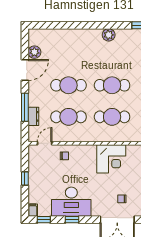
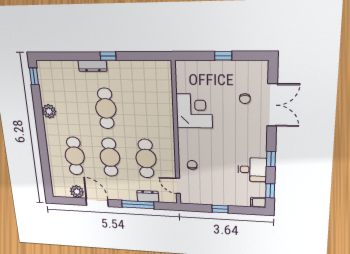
cafe table: (112, 117) -> (75, 156), moved
desk: (71, 202) -> (252, 170), width x0.53, depth x0.77

